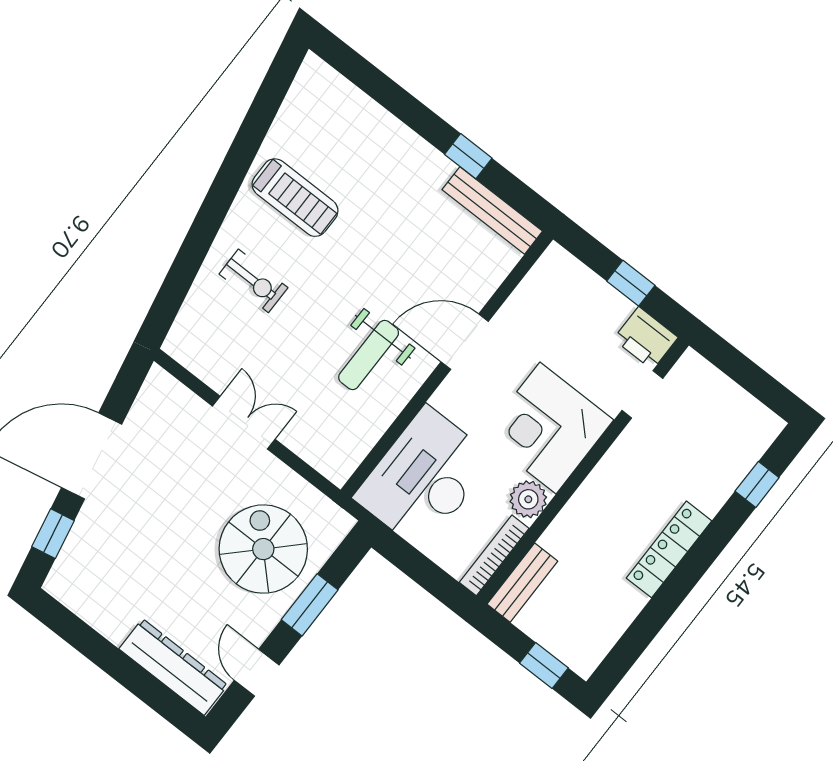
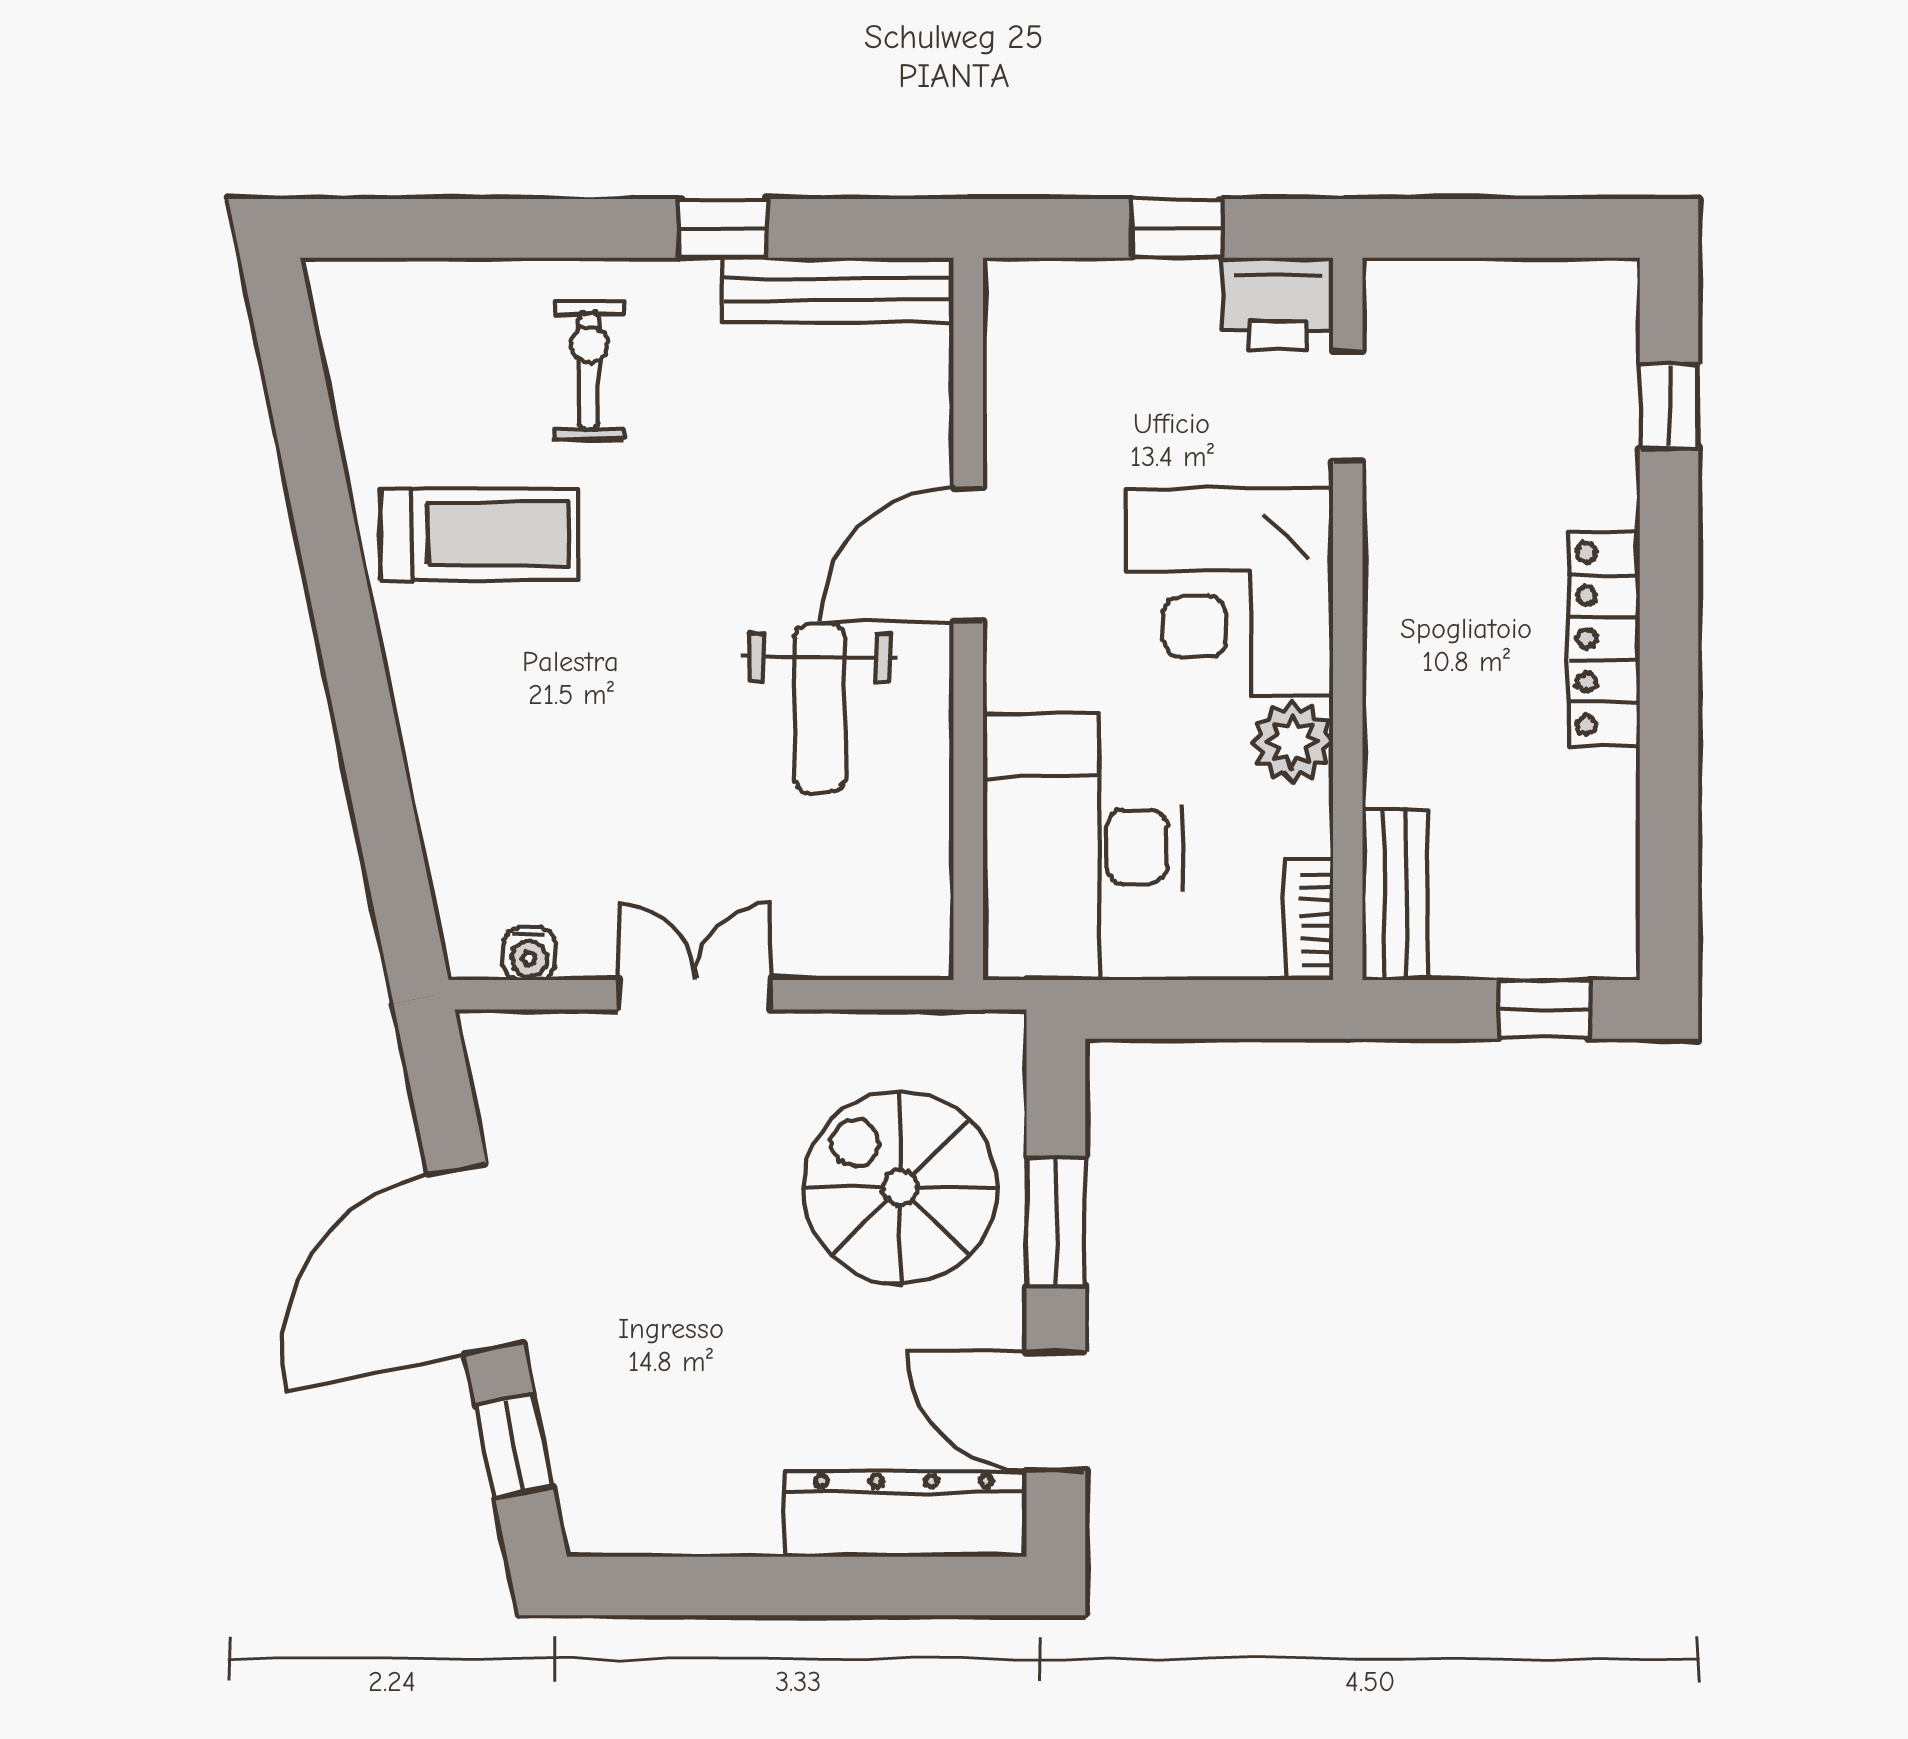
exercise bike: (253, 281) -> (589, 371), moved, turned -90
water cooler: (196, 362) -> (529, 954), added
bookcase: (494, 555) -> (1309, 920), width x0.64
door: (257, 673) -> (1056, 1411), width x1.37

